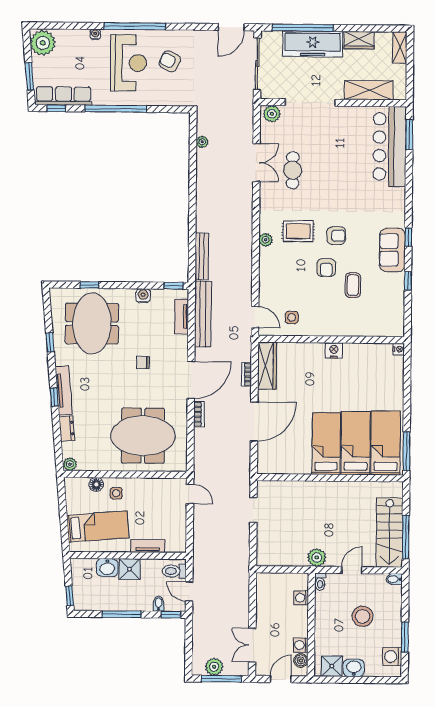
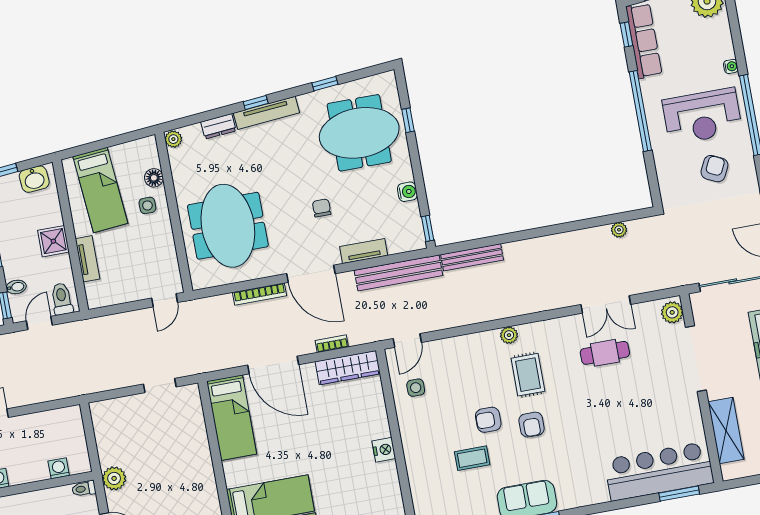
tv unit: (182, 316) -> (364, 251), moved
bookcase: (199, 414) -> (260, 294), width x1.56
bed: (326, 444) -> (232, 418), moved, turned 90
washbasin: (107, 567) -> (34, 179), moved, turned -95

